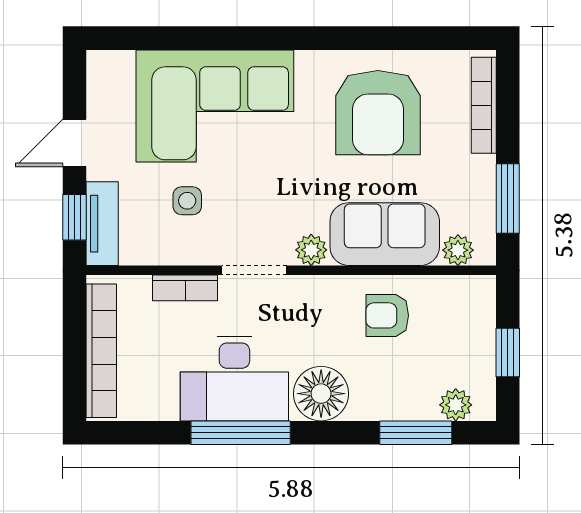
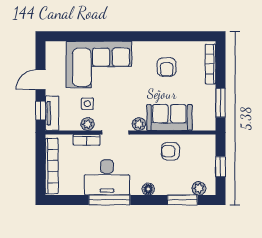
armchair: (378, 113) -> (167, 67), width x0.53, depth x0.53
plant: (458, 250) -> (88, 124), moved
floor lamp: (321, 394) -> (148, 189), width x0.53, depth x0.53

